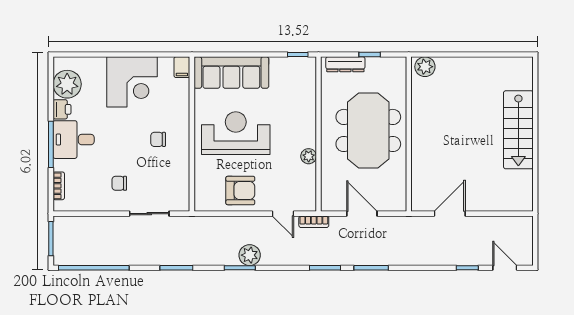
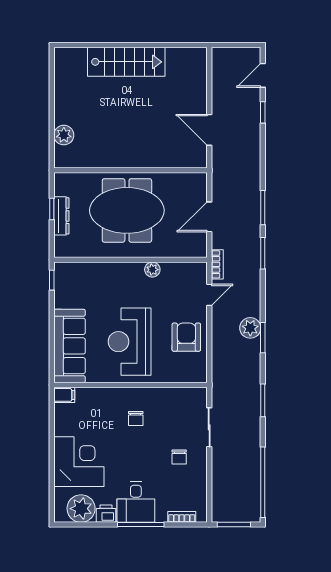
dresser: (345, 64) -> (61, 216), moved
plant: (425, 67) -> (64, 135), moved
corner desk: (132, 82) -> (79, 462), moved

